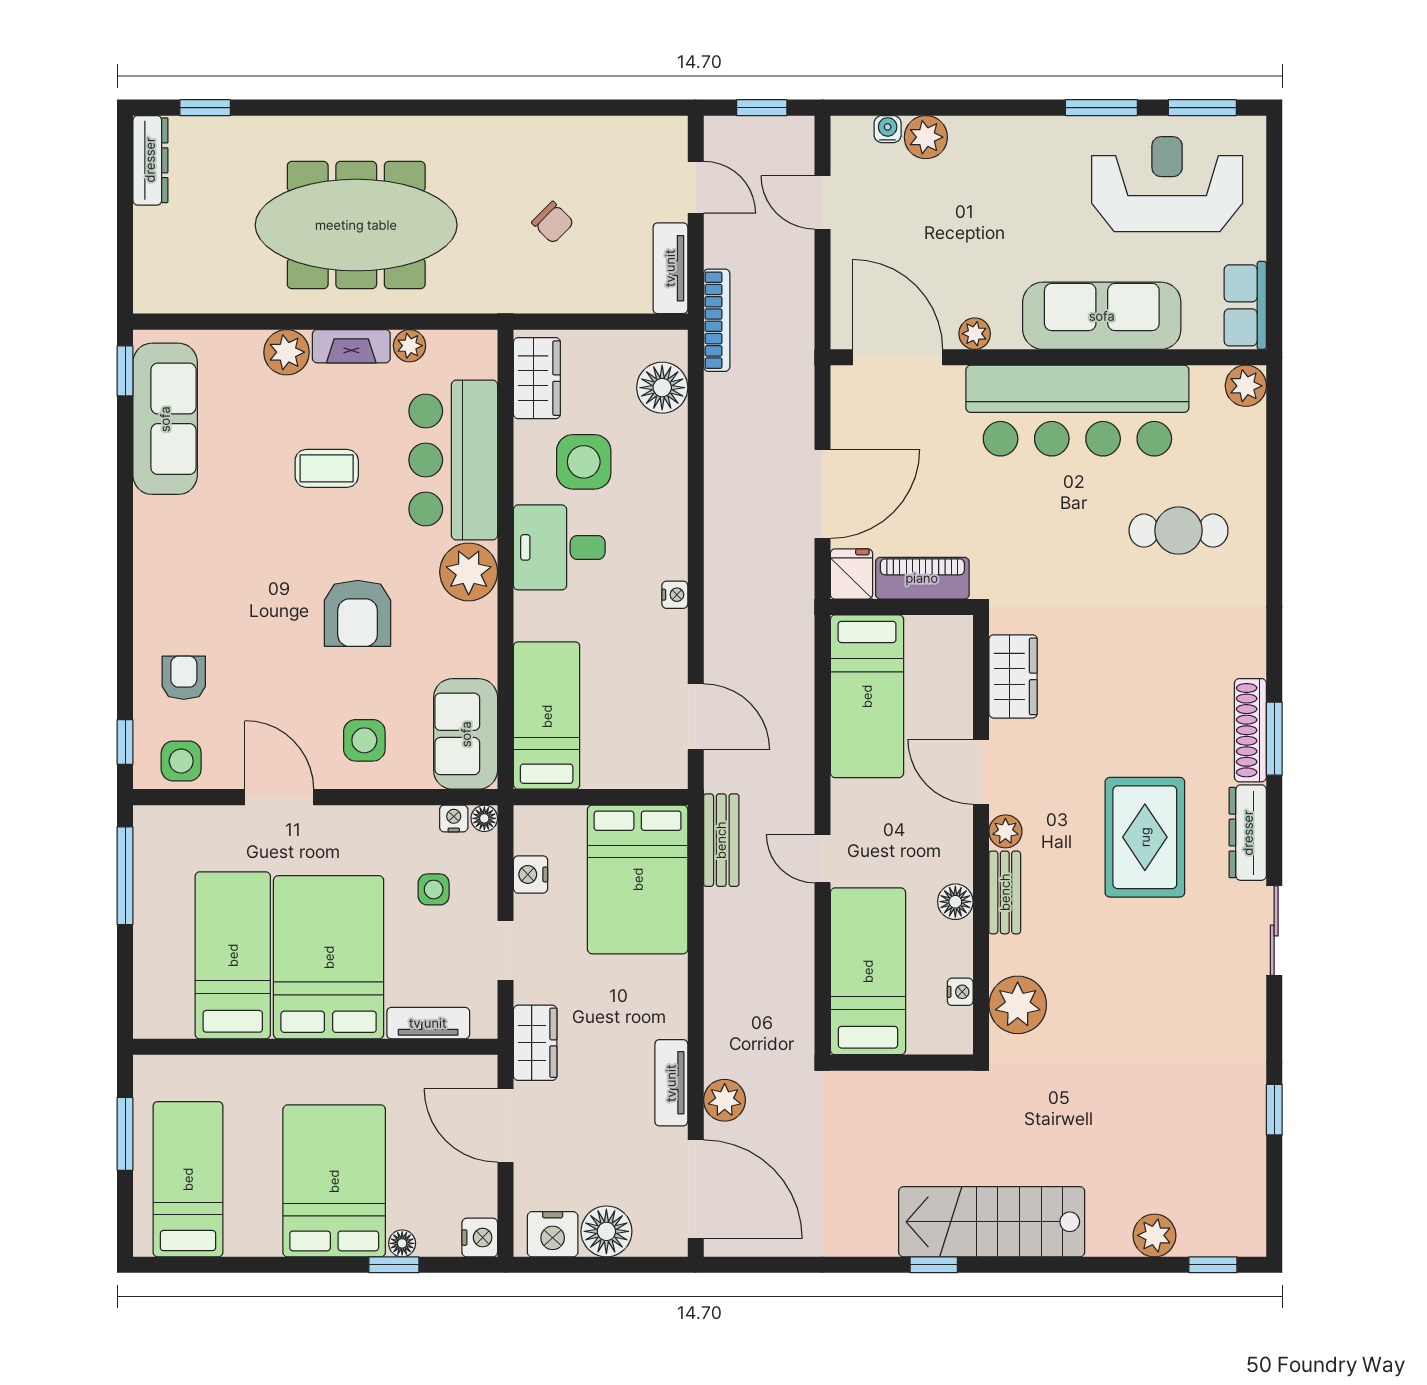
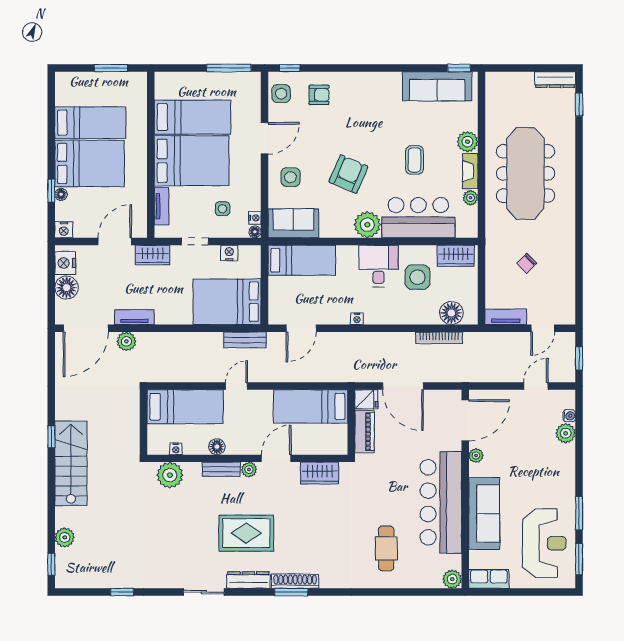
bookcase: (717, 320) -> (439, 338), moved
armchair: (358, 613) -> (348, 174), turned 113
bed: (188, 1179) -> (90, 123), moved

